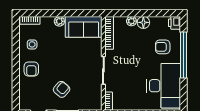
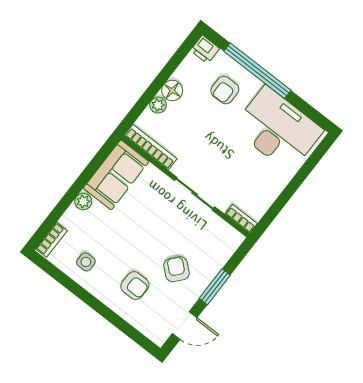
armchair: (31, 69) -> (135, 286), moved

